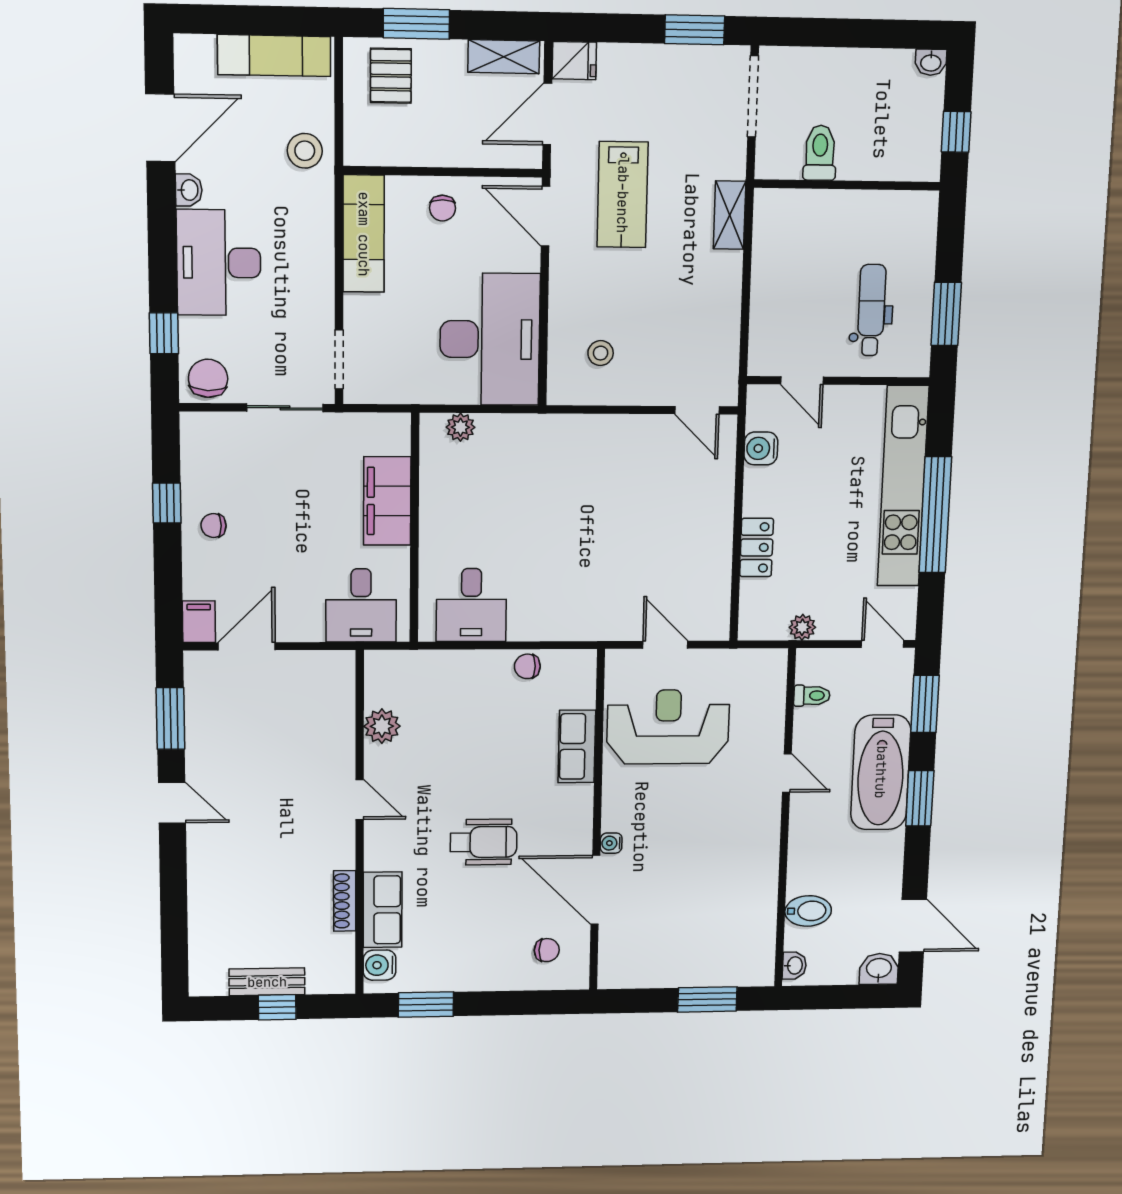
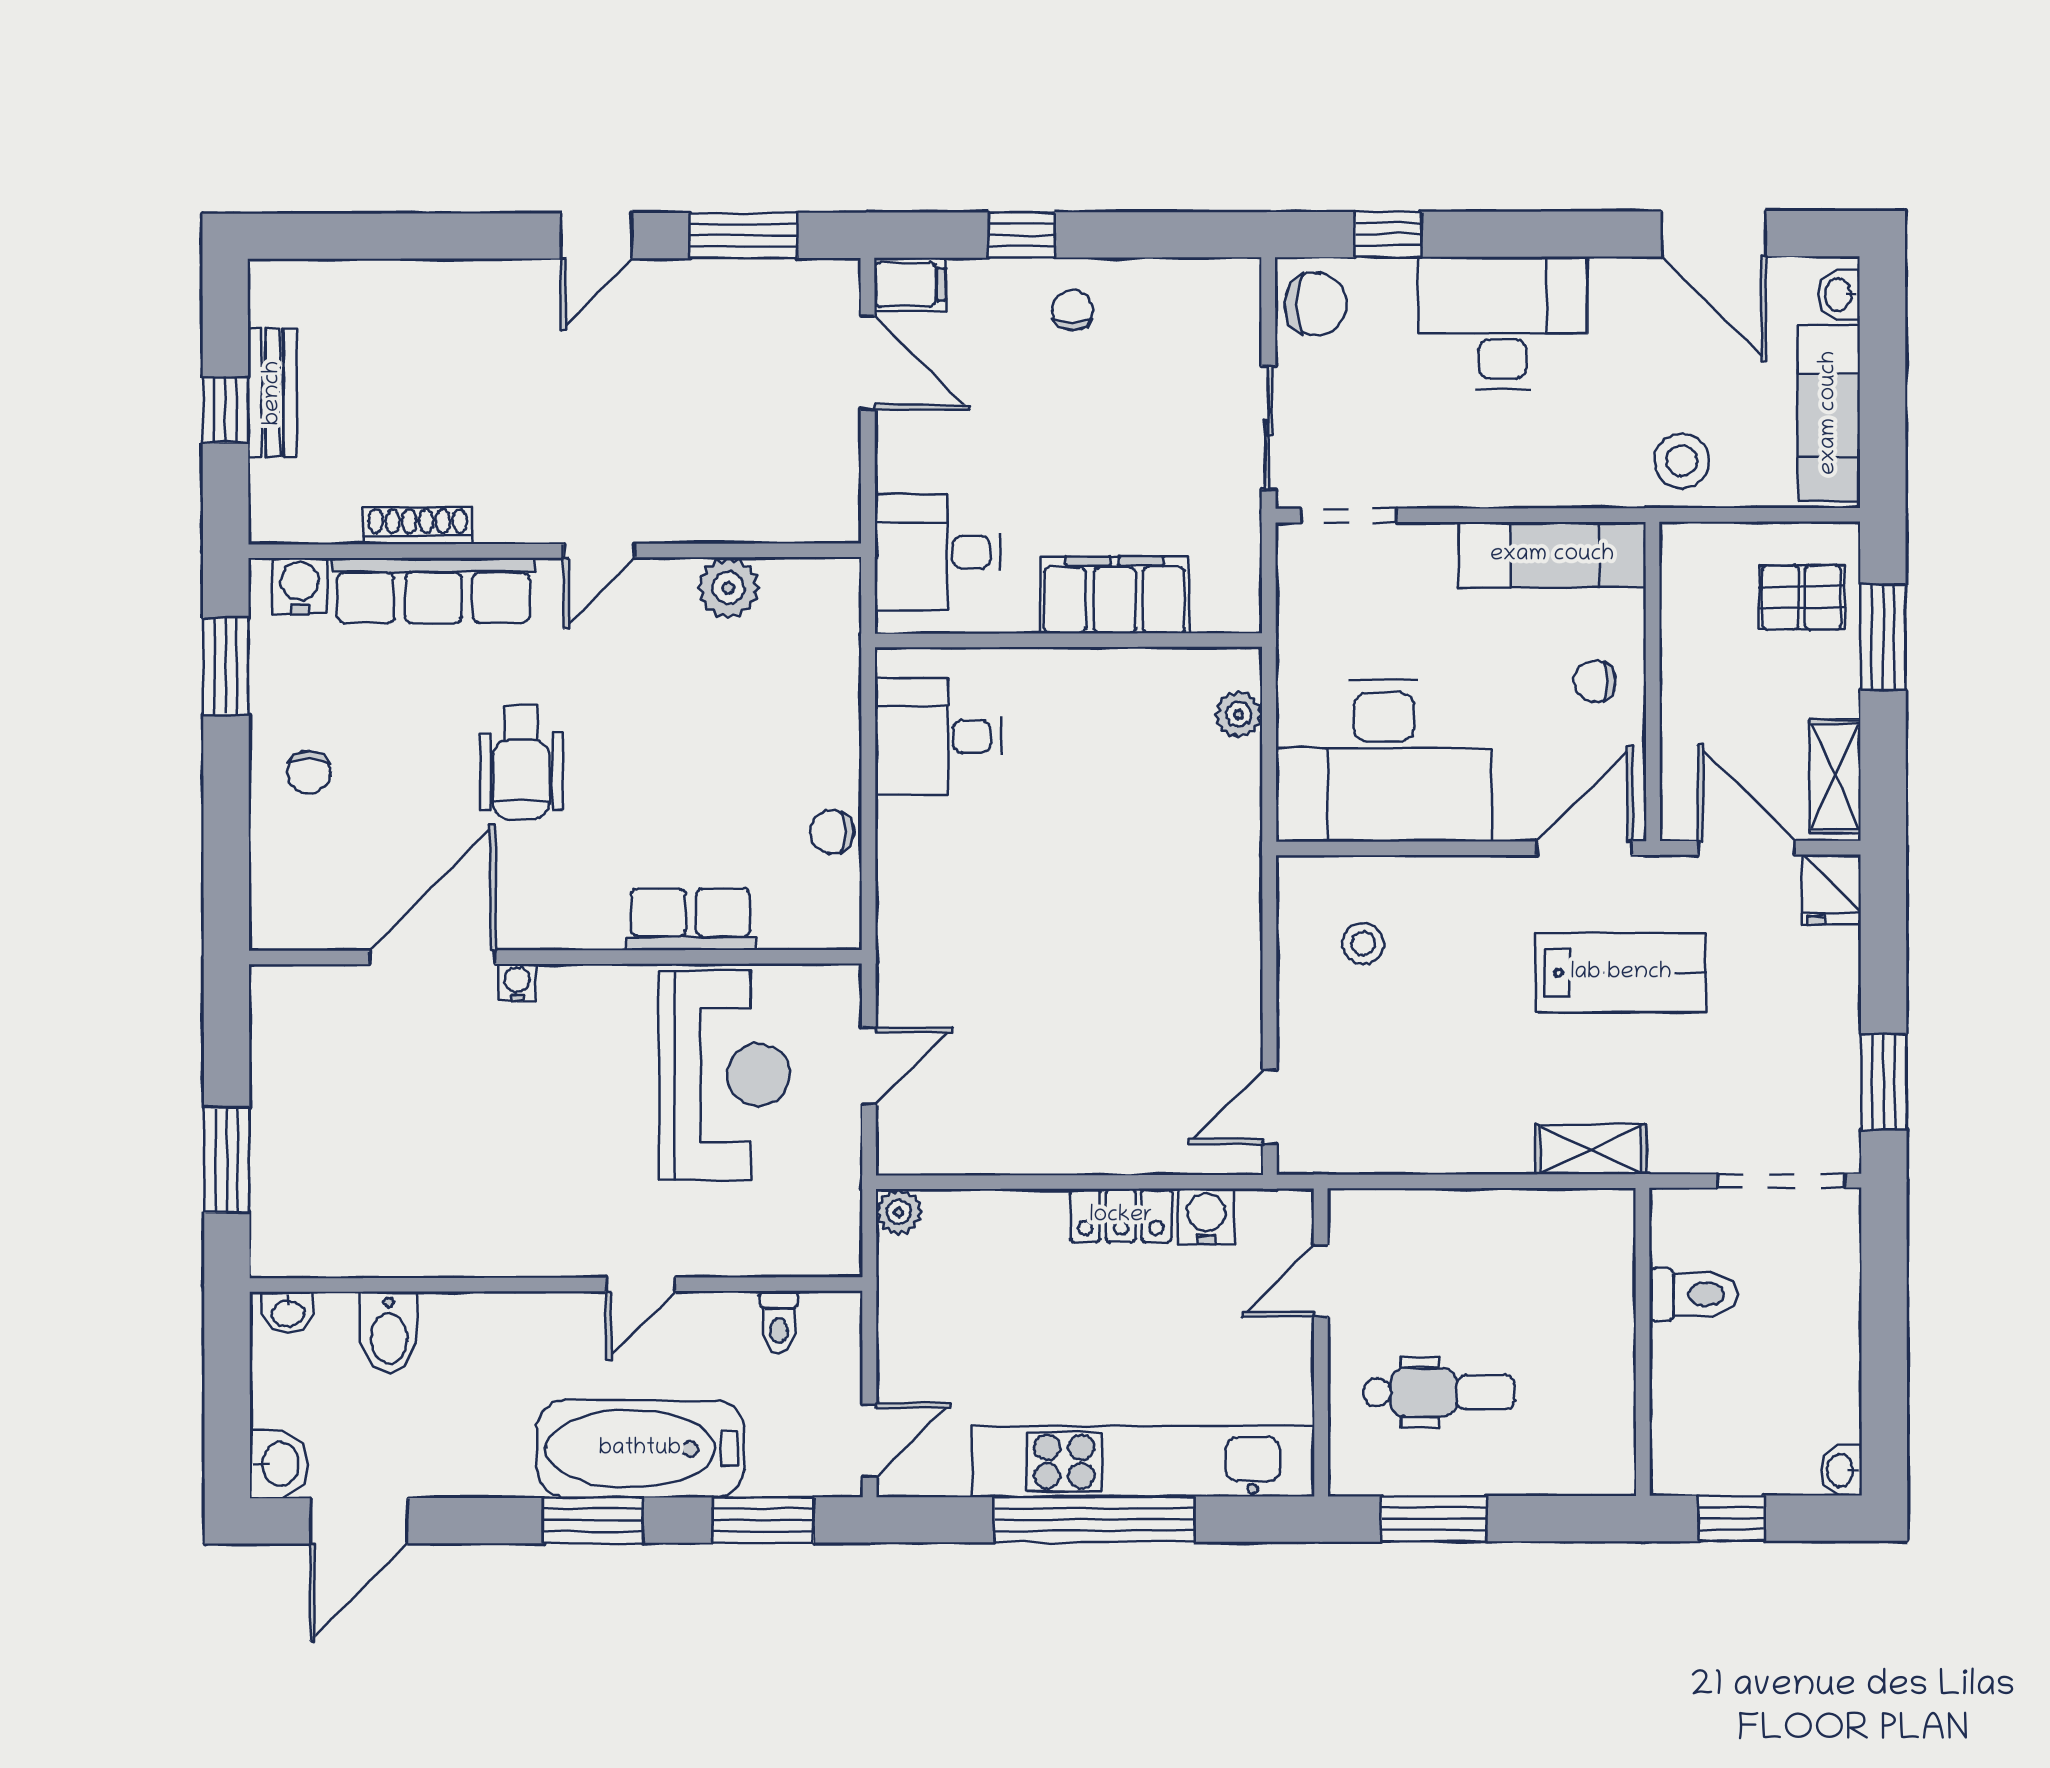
washbasin: (189, 190) -> (1839, 295), moved, turned 90
lab bench: (623, 195) -> (1621, 973), turned 180
window: (167, 503) -> (1022, 235), moved
locker: (757, 547) -> (1121, 1216), moved
plant: (802, 627) -> (899, 1212), moved
chair: (527, 666) -> (832, 832), turned -90
row of seats: (383, 910) -> (434, 591), width x1.48
chair: (547, 950) -> (309, 772), moved

